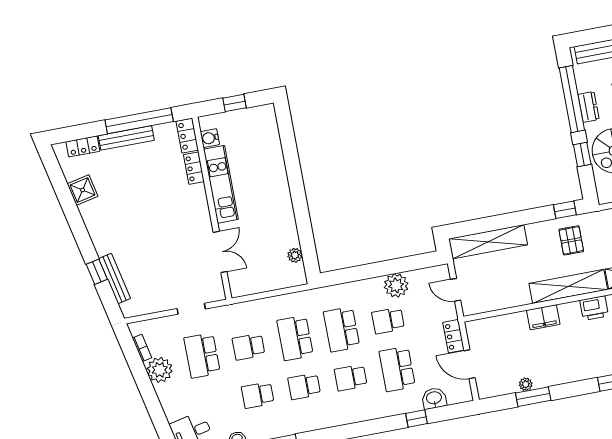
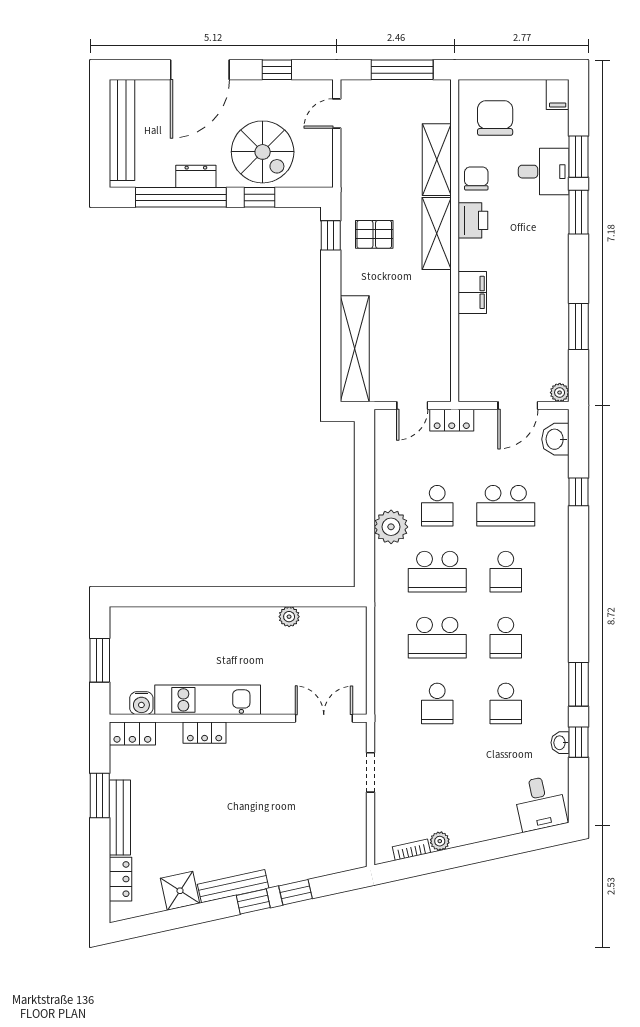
window: (235, 103) -> (100, 660), width x1.50
window: (139, 121) -> (100, 795), width x0.47
locker: (194, 168) -> (205, 733), moved
window: (85, 243) -> (253, 902), added
double door: (220, 252) -> (324, 718), moved
plant: (295, 255) -> (289, 617), moved
bench: (115, 279) -> (233, 886), moved
plant: (396, 285) -> (391, 527), moved
shelving: (568, 286) -> (437, 233), width x0.68
locker: (454, 336) -> (452, 420), moved
school desk: (202, 355) -> (437, 769), removed
plant: (160, 370) -> (440, 841), width x0.53, depth x0.53
plant: (526, 384) -> (560, 393), moved
washbasin: (434, 398) -> (555, 439), moved

